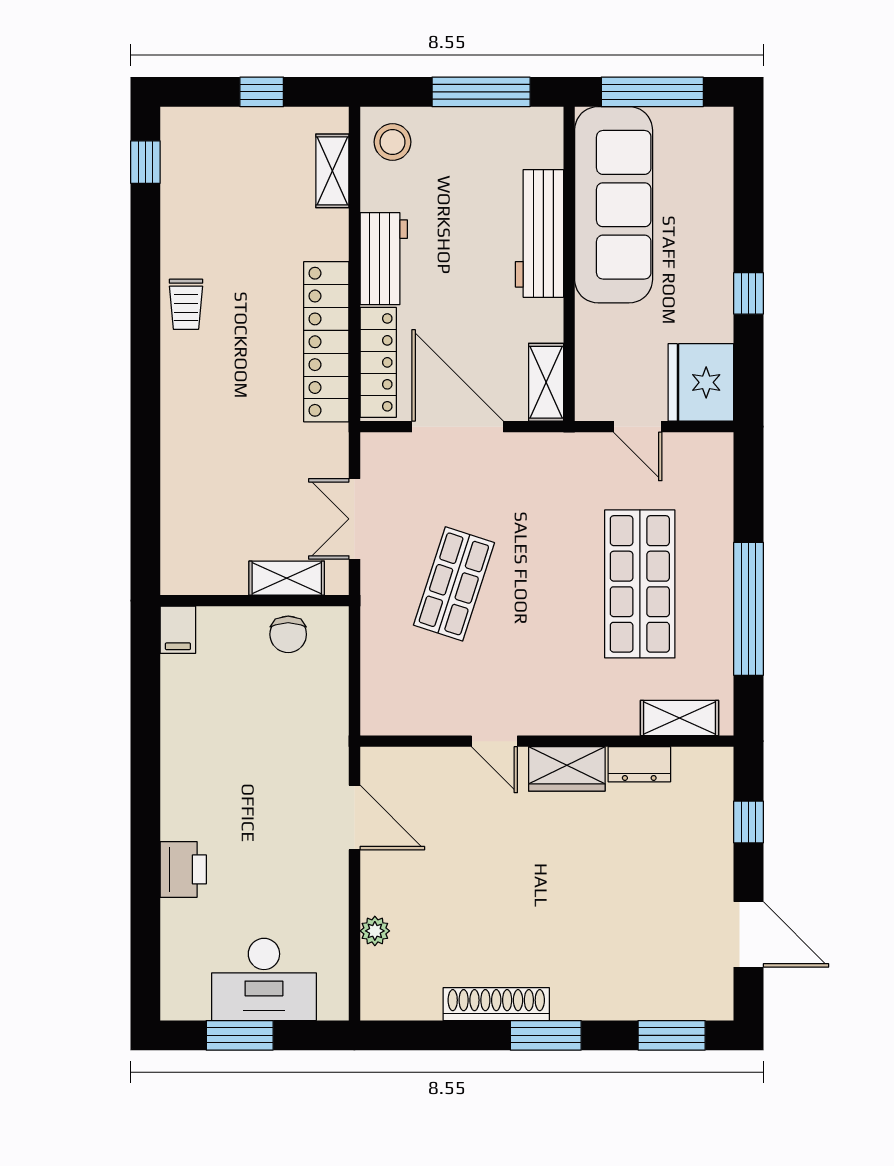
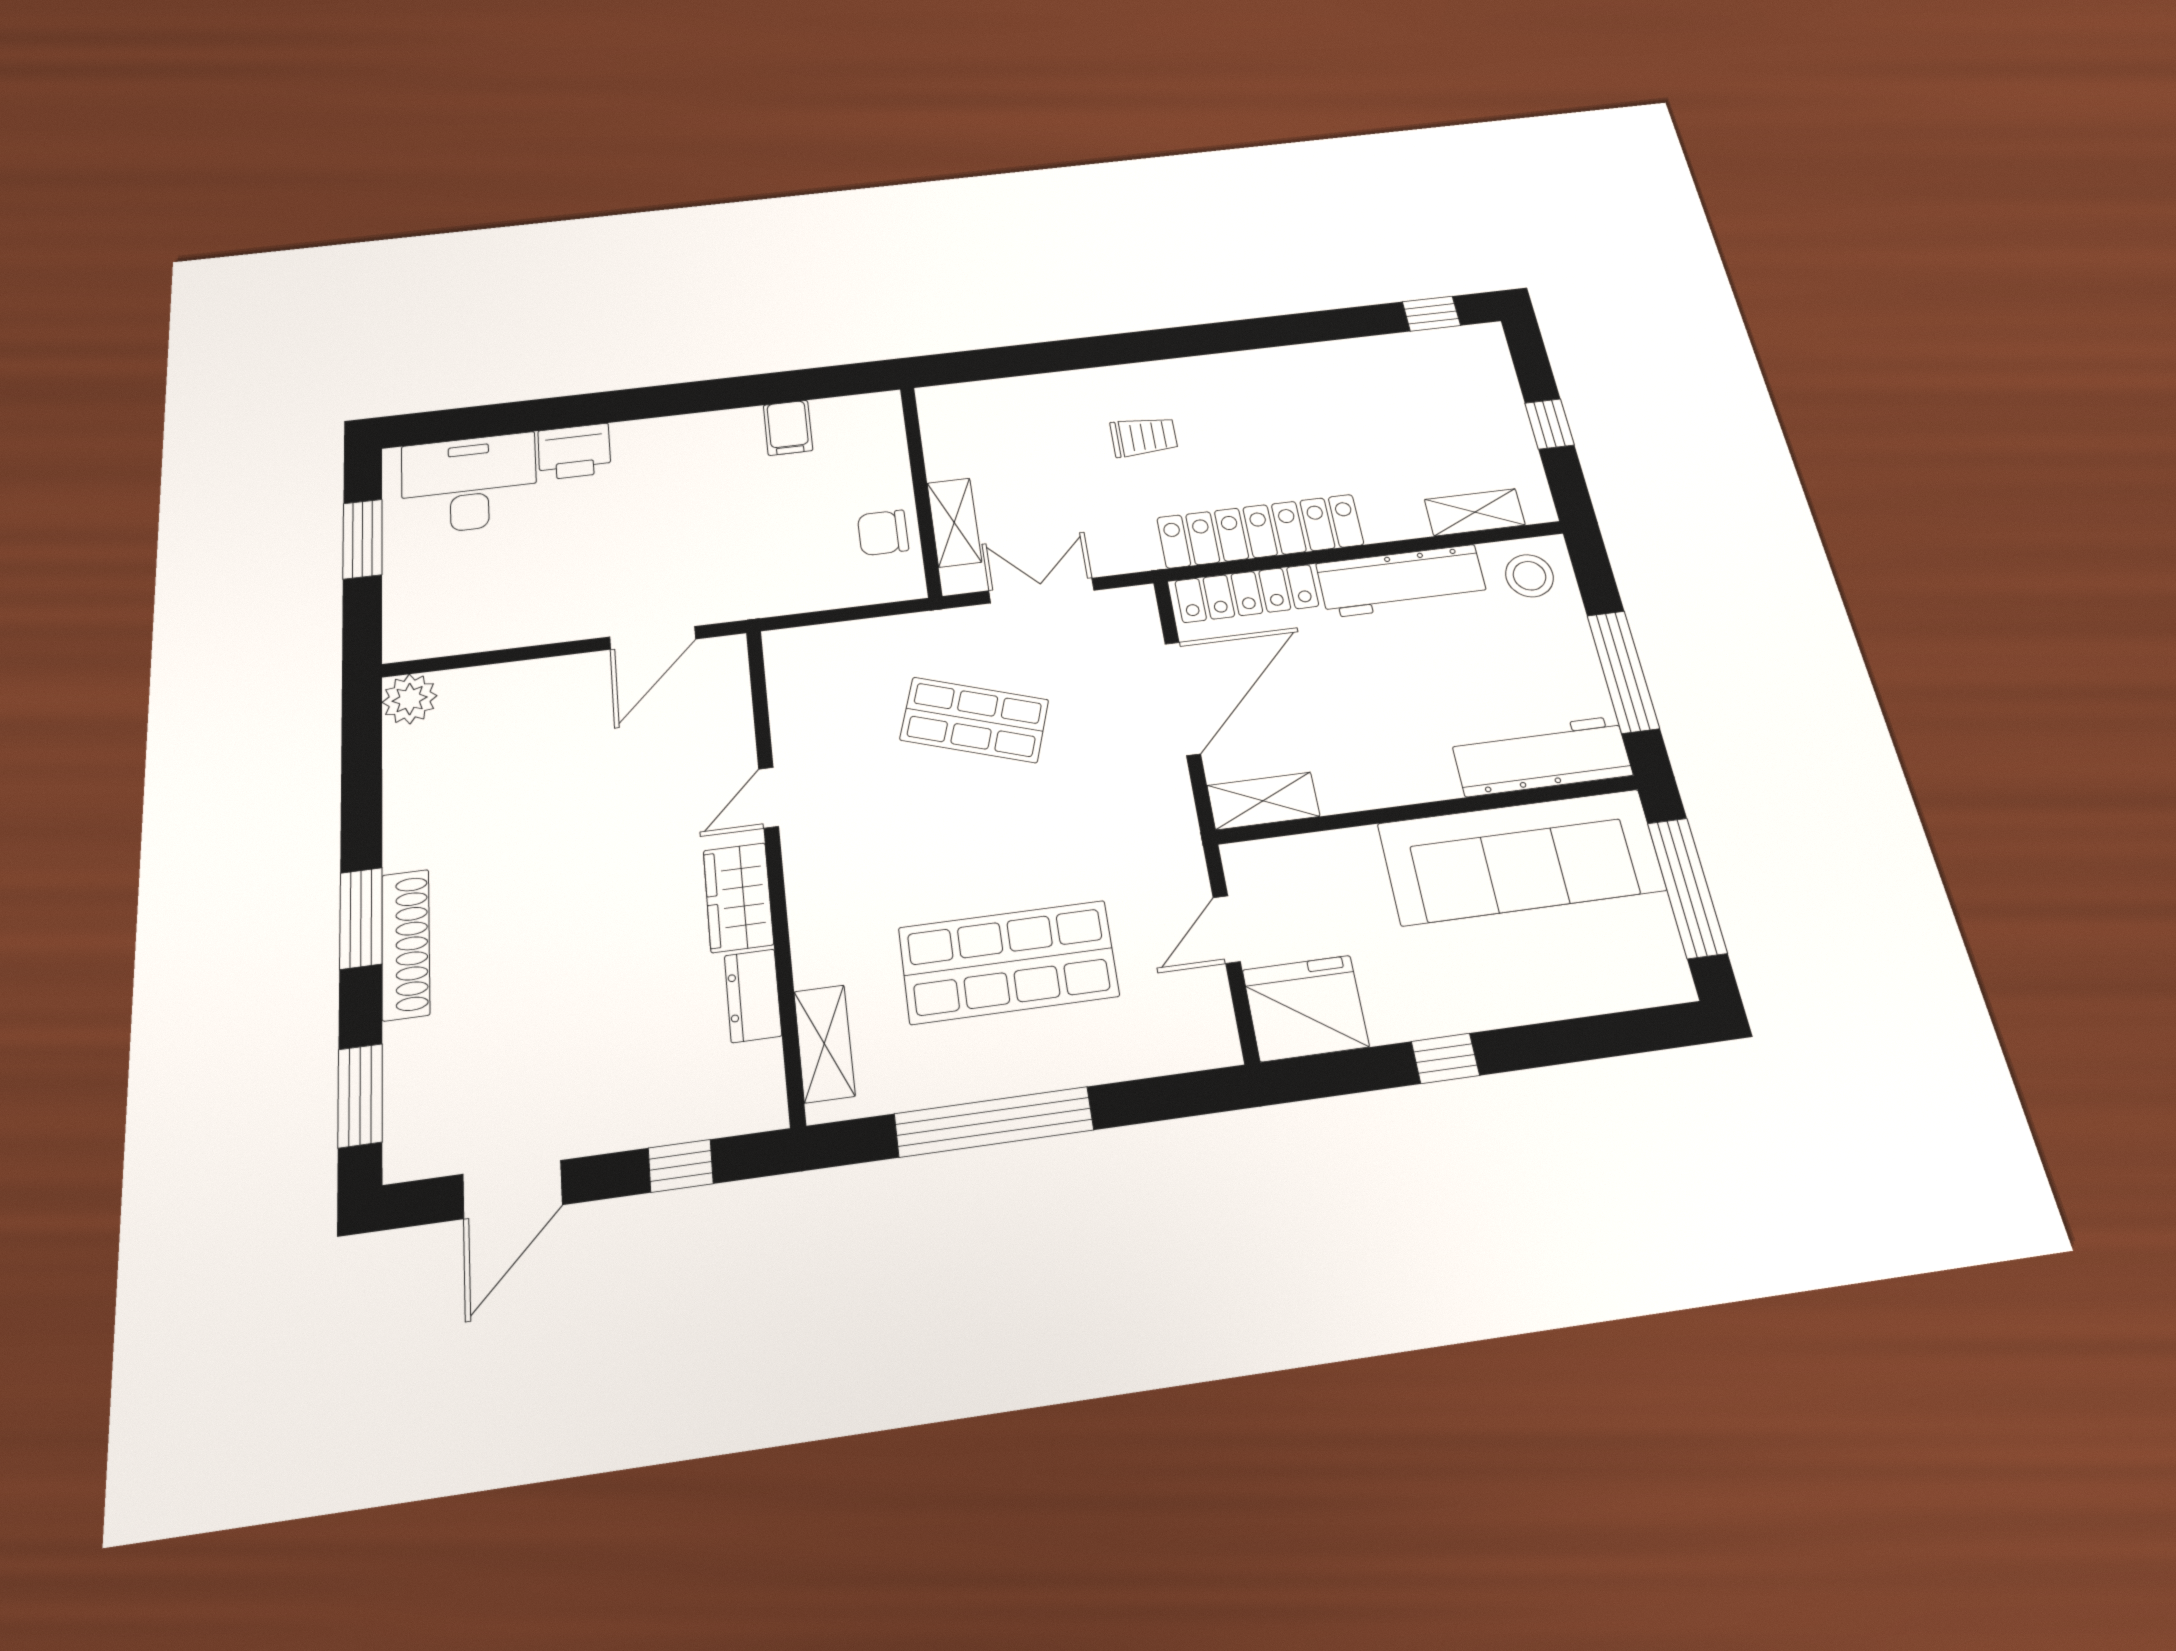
workbench: (539, 233) -> (1541, 756), moved
workbench: (384, 259) -> (1402, 581), width x1.38
trolley: (186, 304) -> (1144, 437), moved, turned 180
filing cabinet: (178, 630) -> (788, 428), moved, turned -90
plant: (375, 931) -> (410, 699), moved, width x1.38, depth x1.38
desk: (264, 979) -> (469, 484), moved, turned 90
shoe rack: (496, 1004) -> (406, 944), moved

